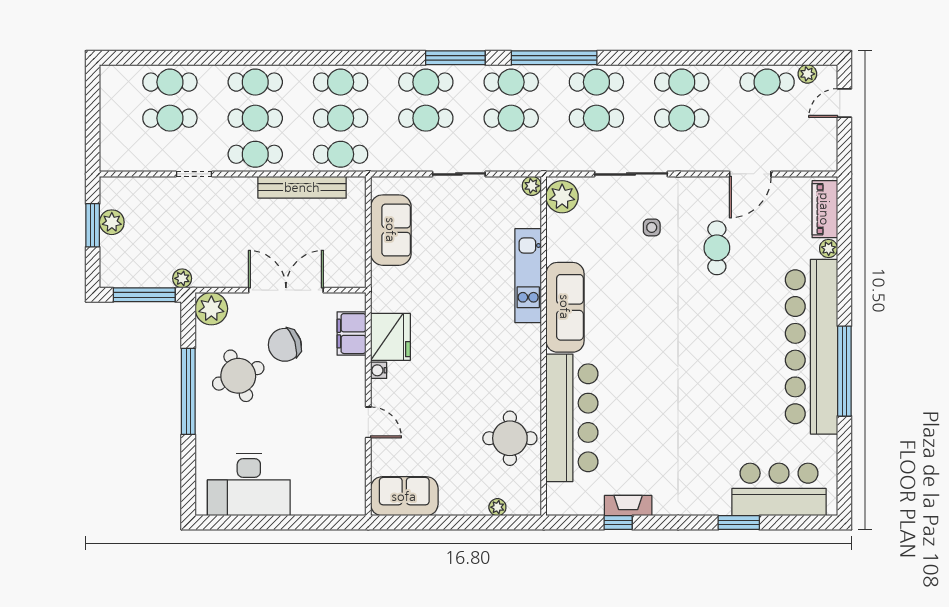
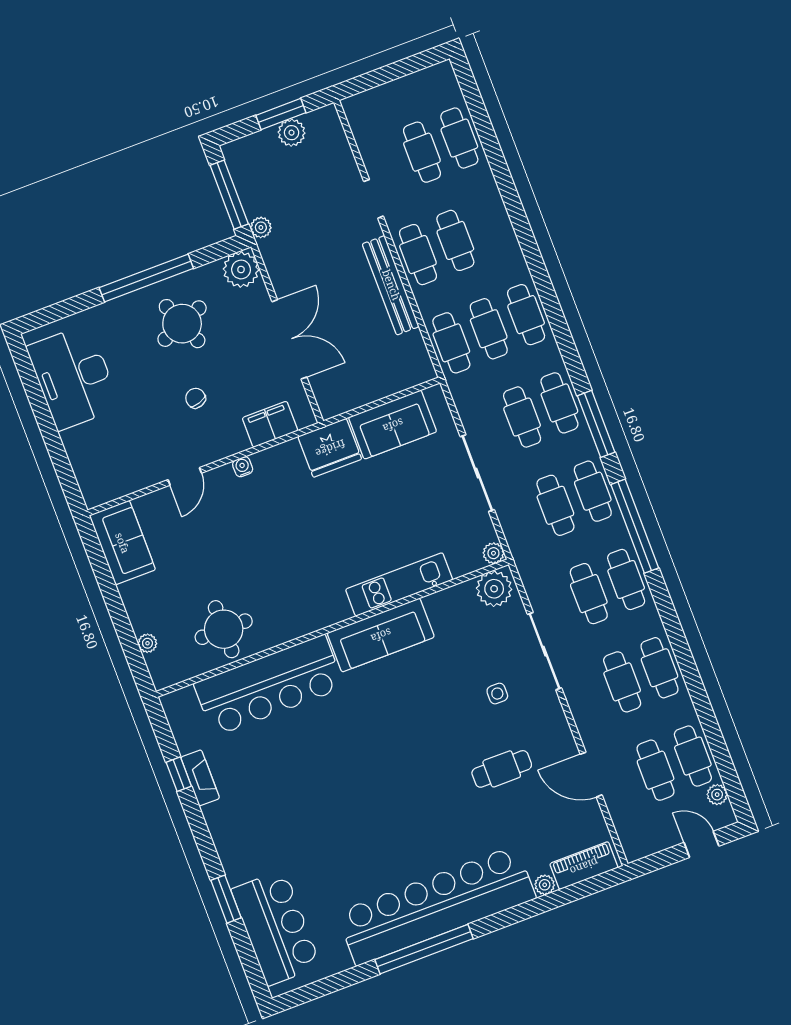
cafe table: (255, 82) -> (656, 770), moved
sliding door: (459, 174) -> (477, 473), width x1.37
bench: (302, 187) -> (391, 285), moved
fridge: (390, 337) -> (330, 448), moved
chair: (285, 345) -> (196, 398), moved, width x0.54, depth x0.54

